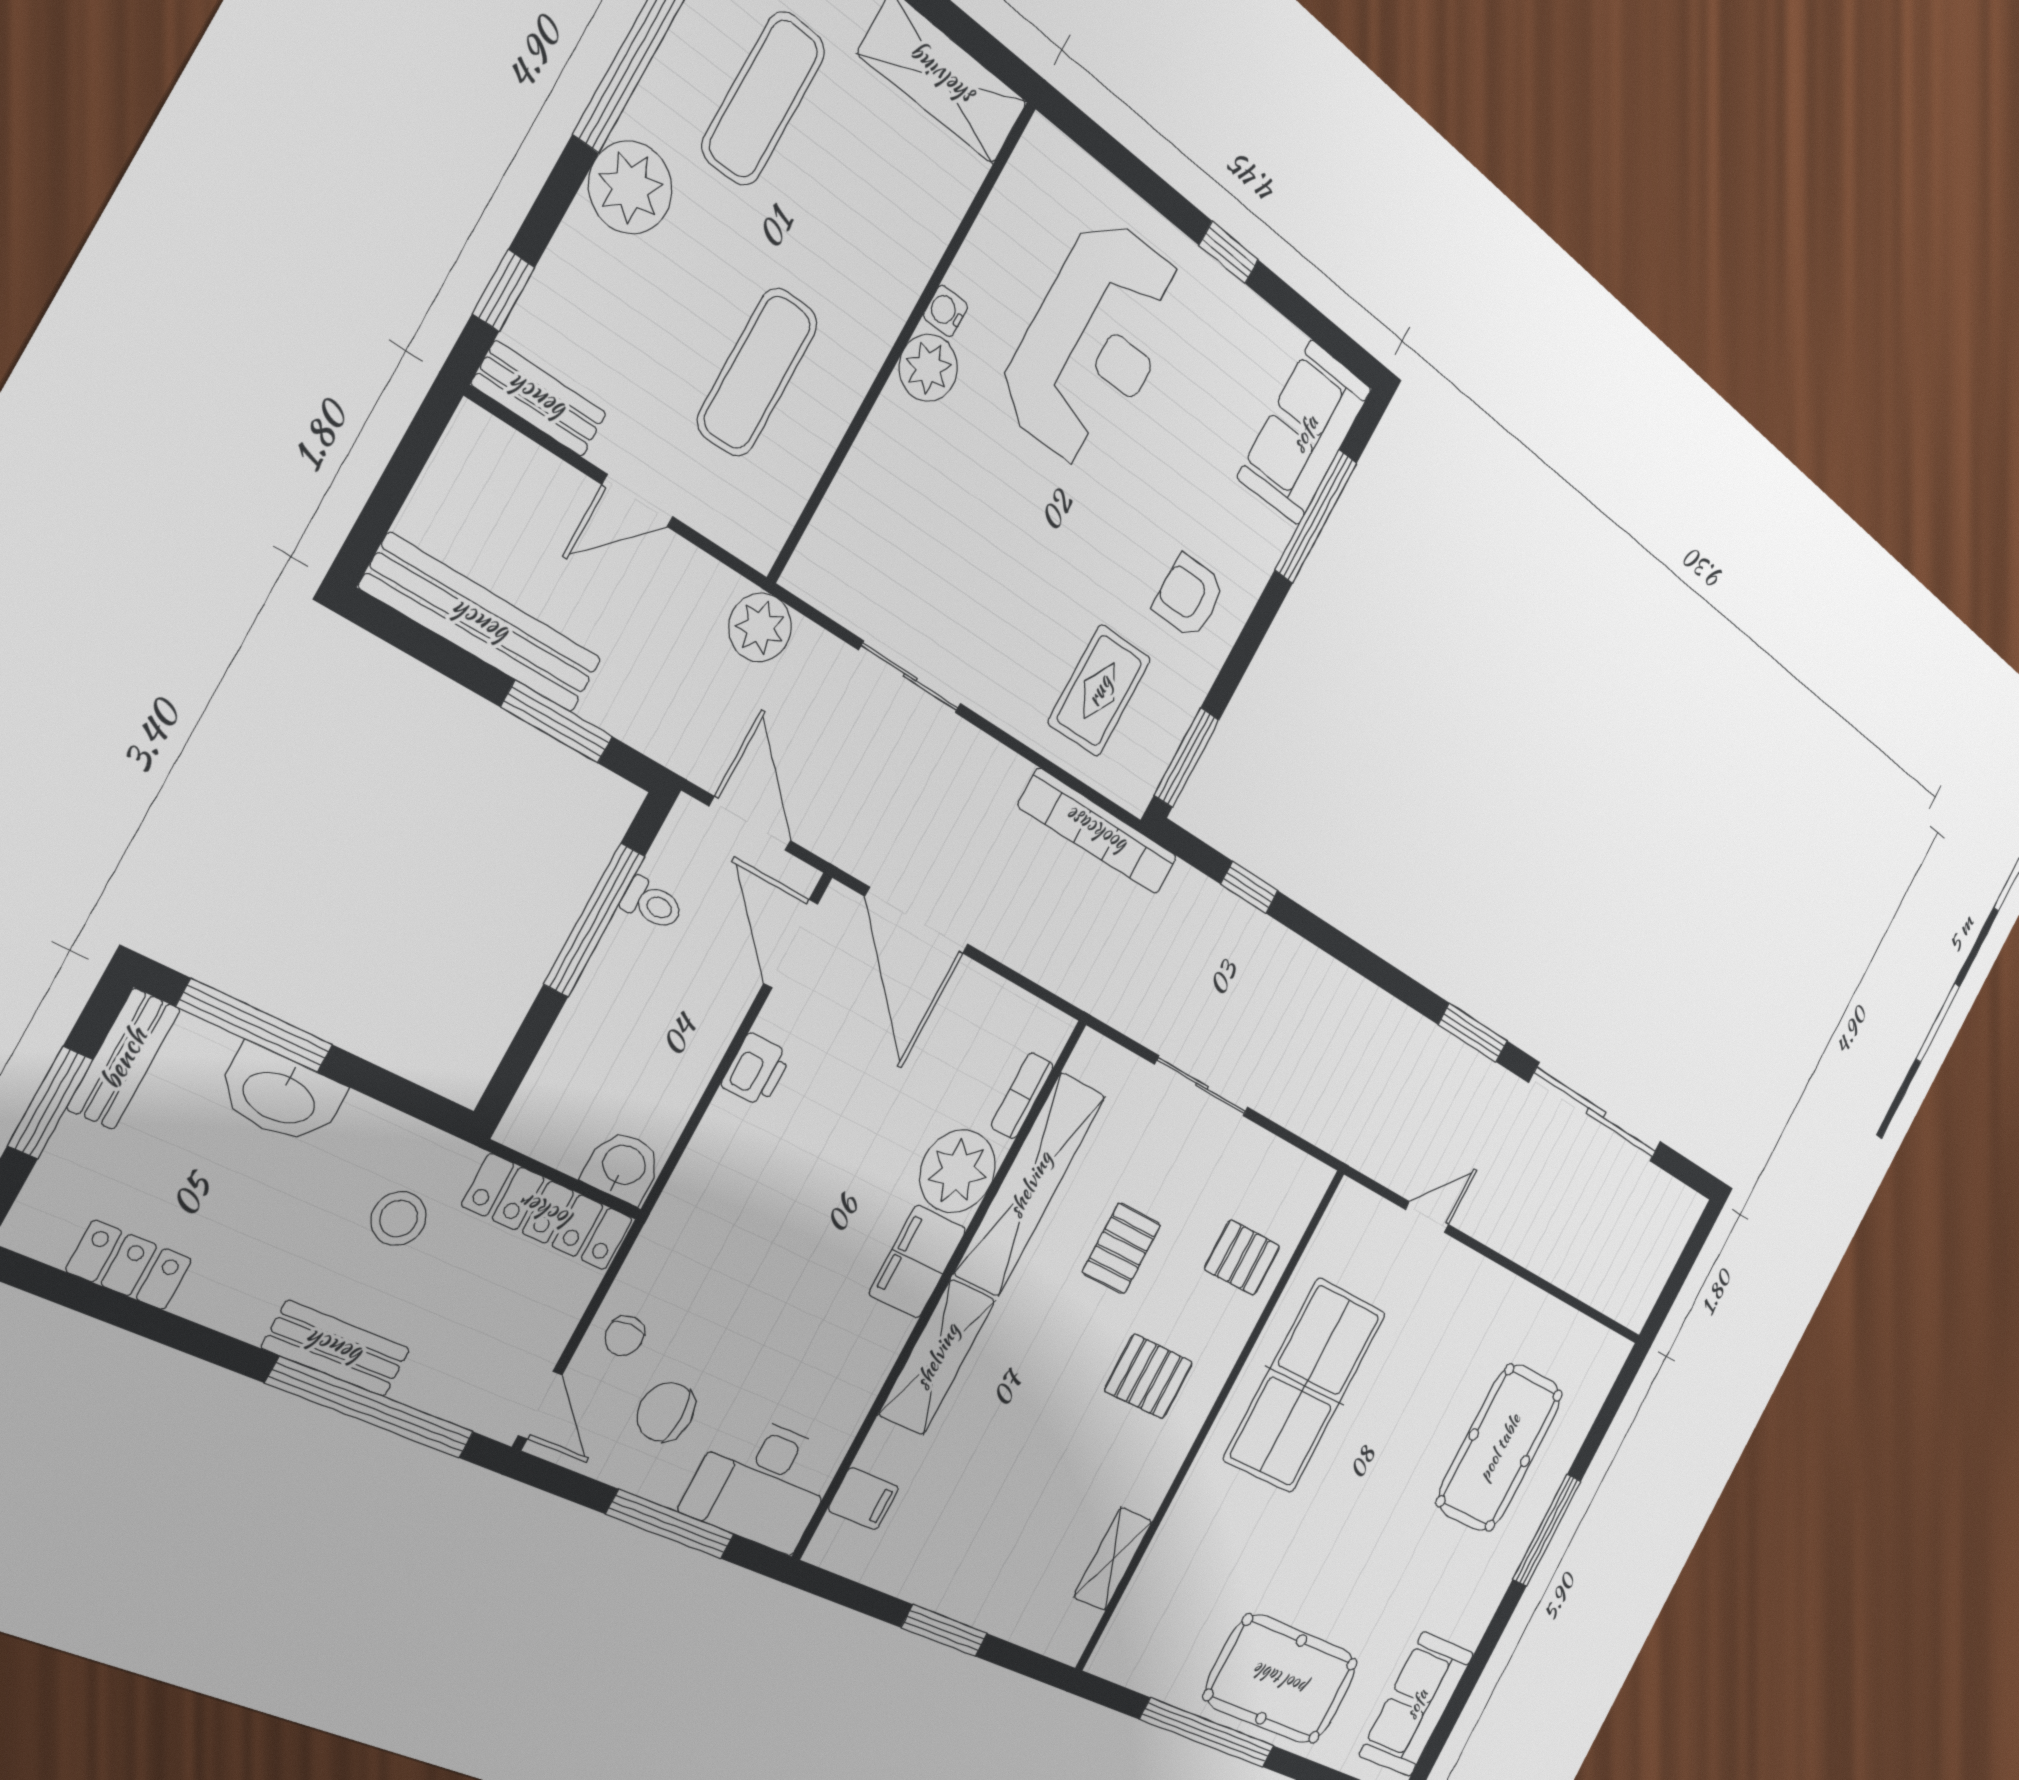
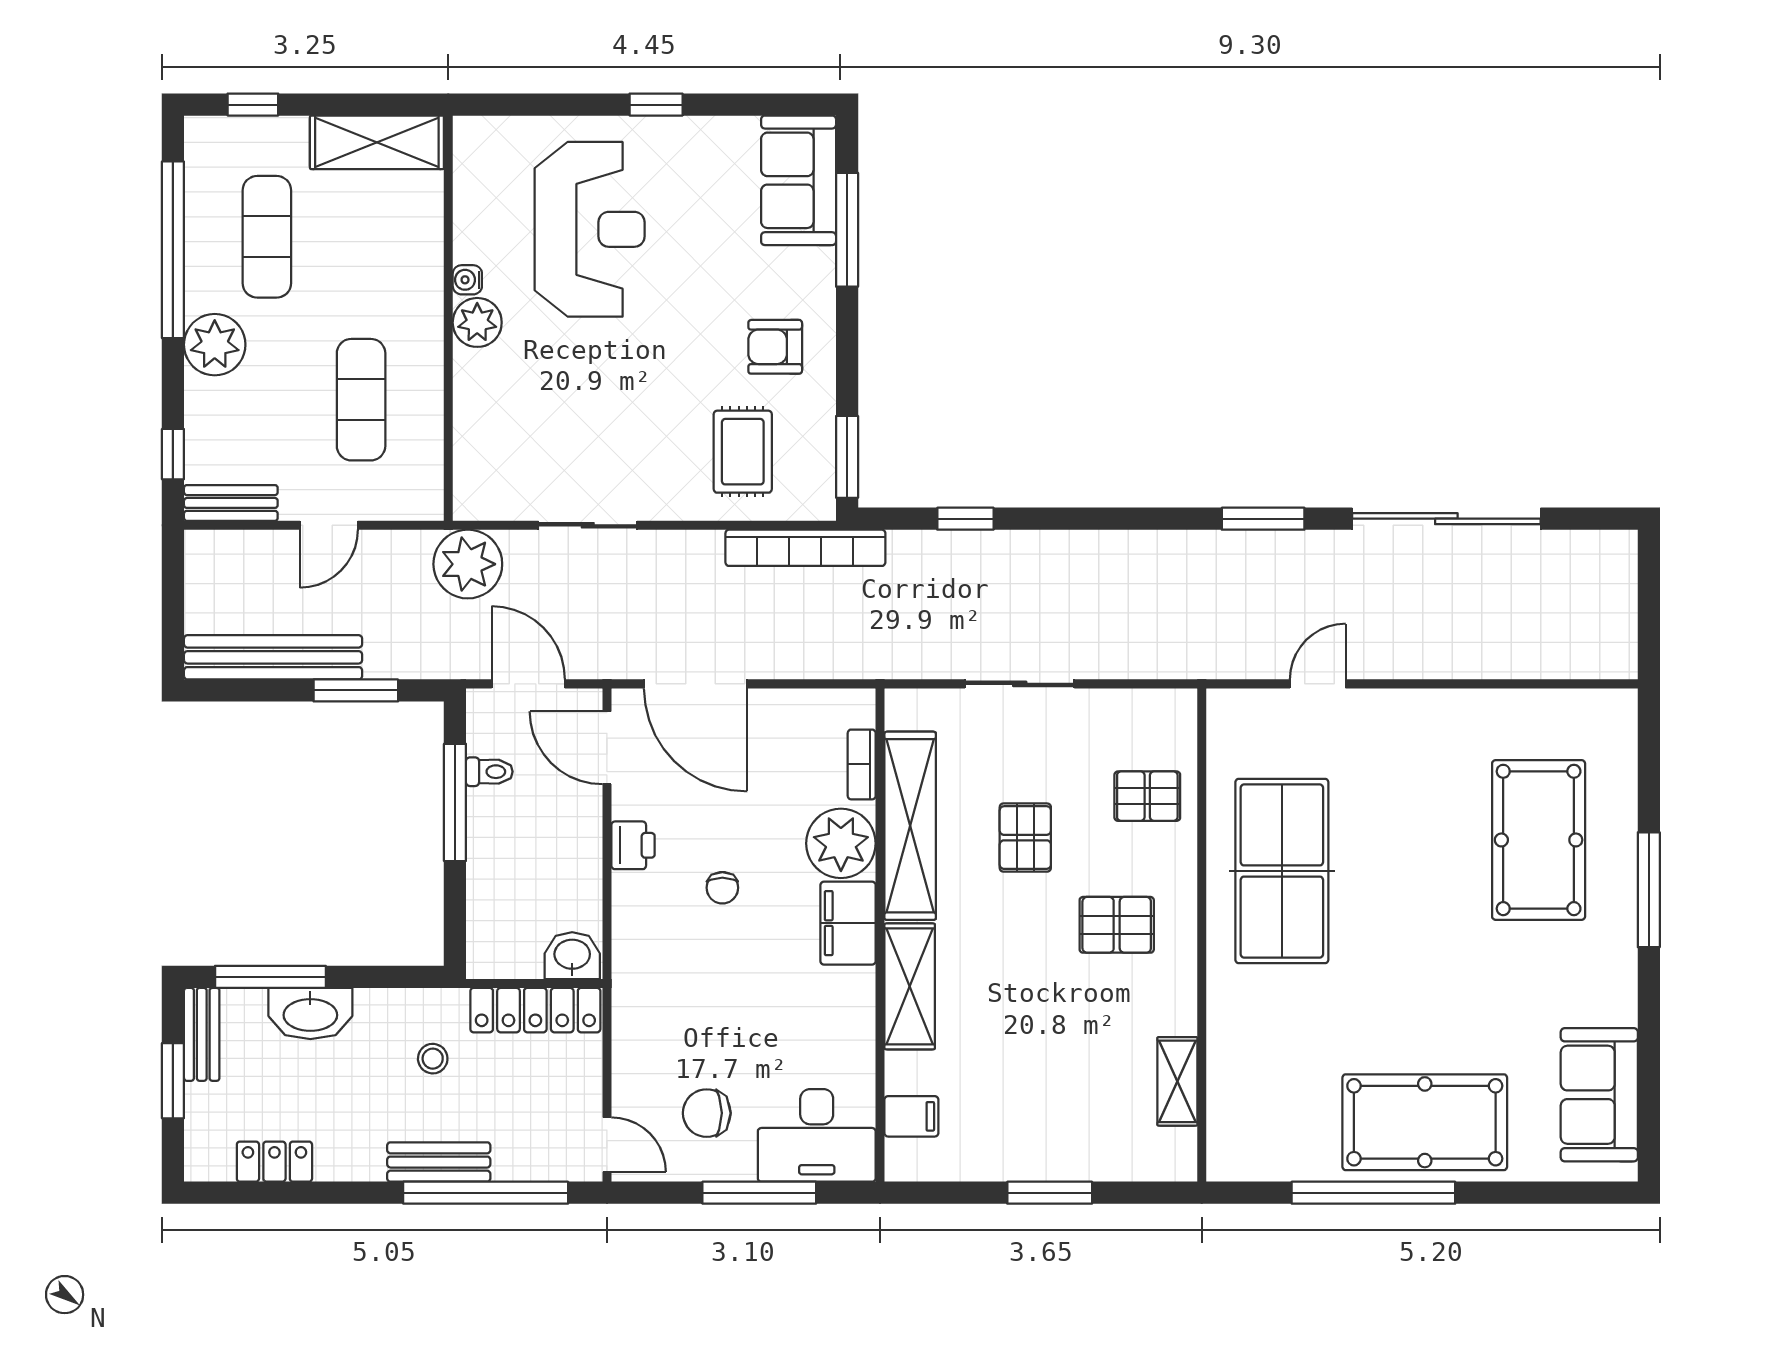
plant: (760, 627) -> (468, 564), width x1.36, depth x1.36
stool: (399, 1218) -> (433, 1059), width x0.73, depth x0.73
chair: (625, 1336) -> (722, 888), moved

